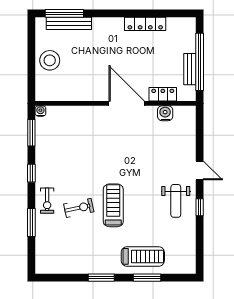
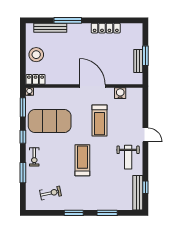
window: (64, 13) -> (68, 20), moved
window: (200, 62) -> (145, 56), width x0.47
locker: (163, 94) -> (35, 79), moved
exercise mat: (68, 151) -> (50, 121), added
window: (200, 207) -> (145, 187), moved
exercise bike: (79, 208) -> (51, 193), moved
bench: (189, 250) -> (138, 193), added
treadmill: (143, 256) -> (99, 121), moved, turned 90

